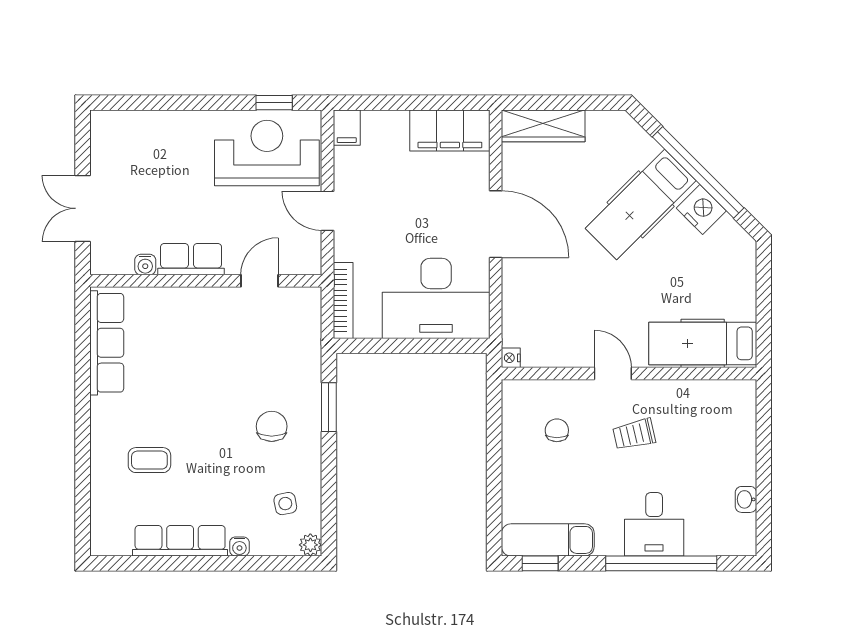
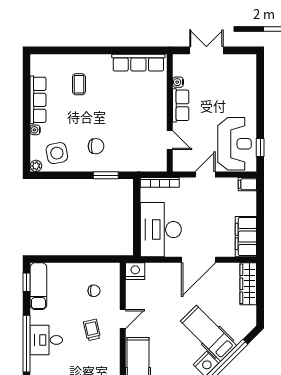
nightstand: (511, 358) -> (135, 271), width x1.89, depth x1.79
side table: (285, 504) -> (57, 153), width x1.87, depth x1.87

